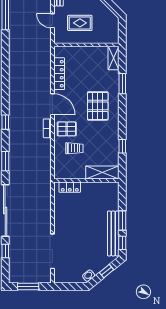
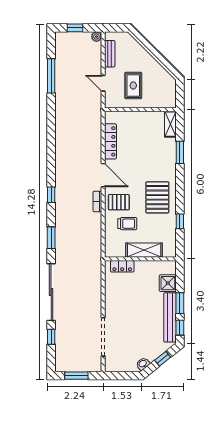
rug: (80, 23) -> (133, 85), turned 90
pallet: (98, 106) -> (157, 197), moved
shelving: (102, 172) -> (144, 250), moved
shower: (111, 202) -> (168, 283), added

